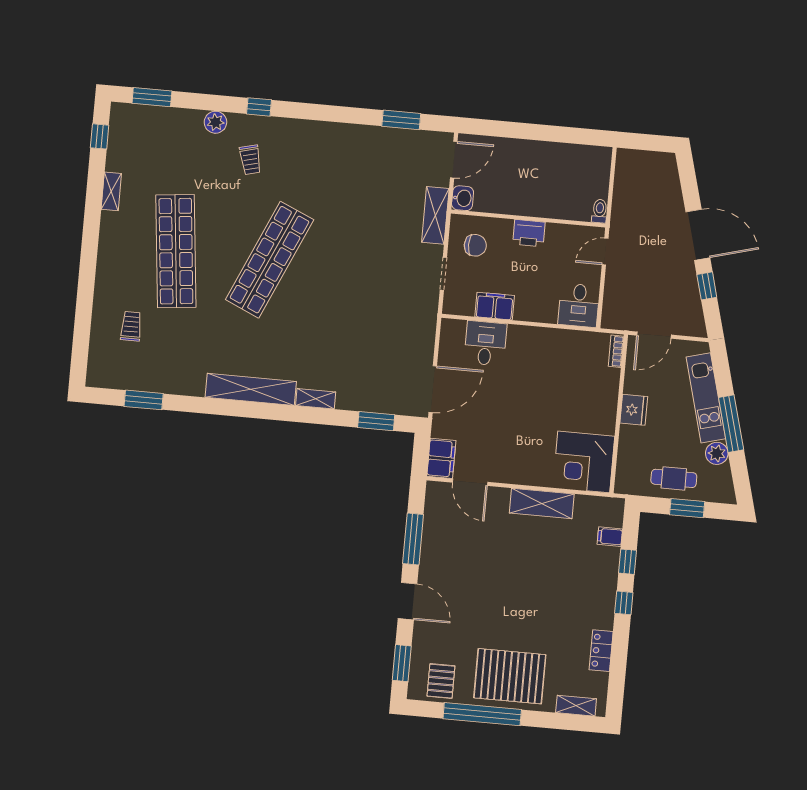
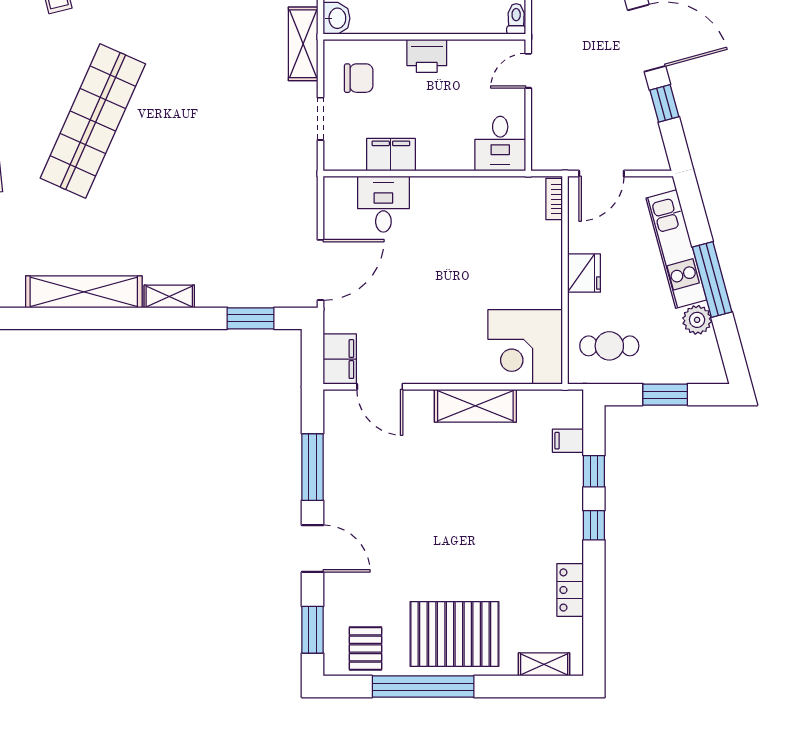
cafe table: (674, 478) -> (609, 346), moved

